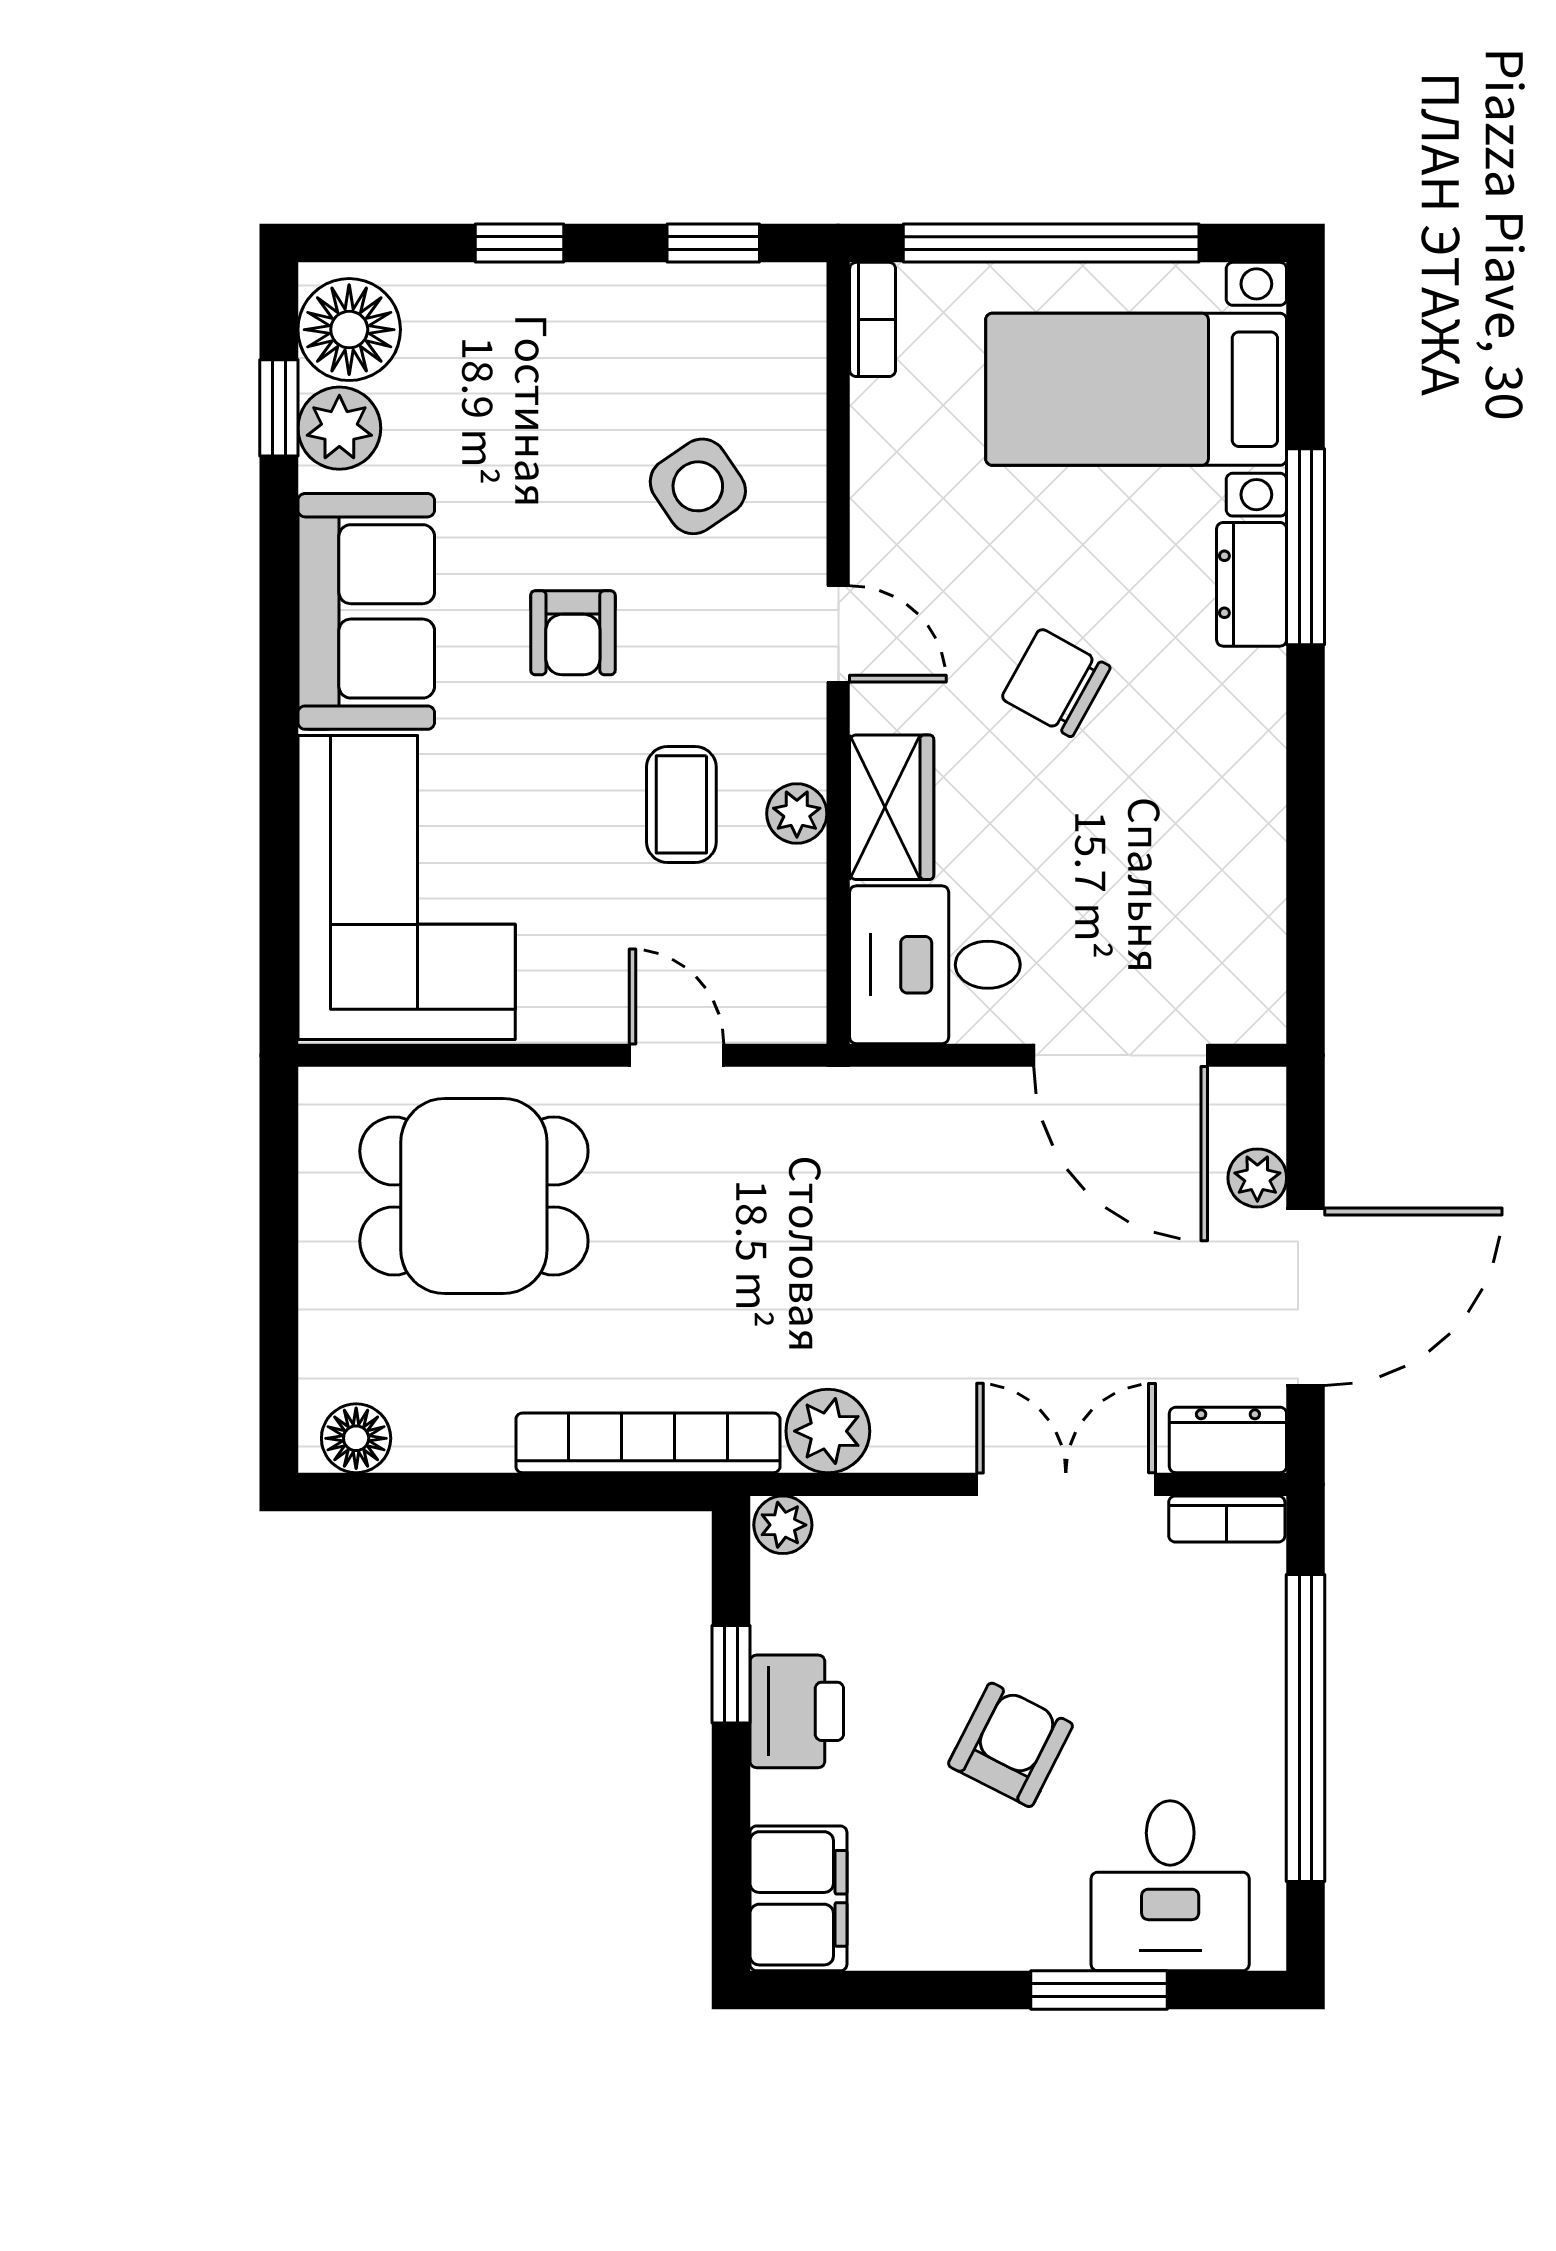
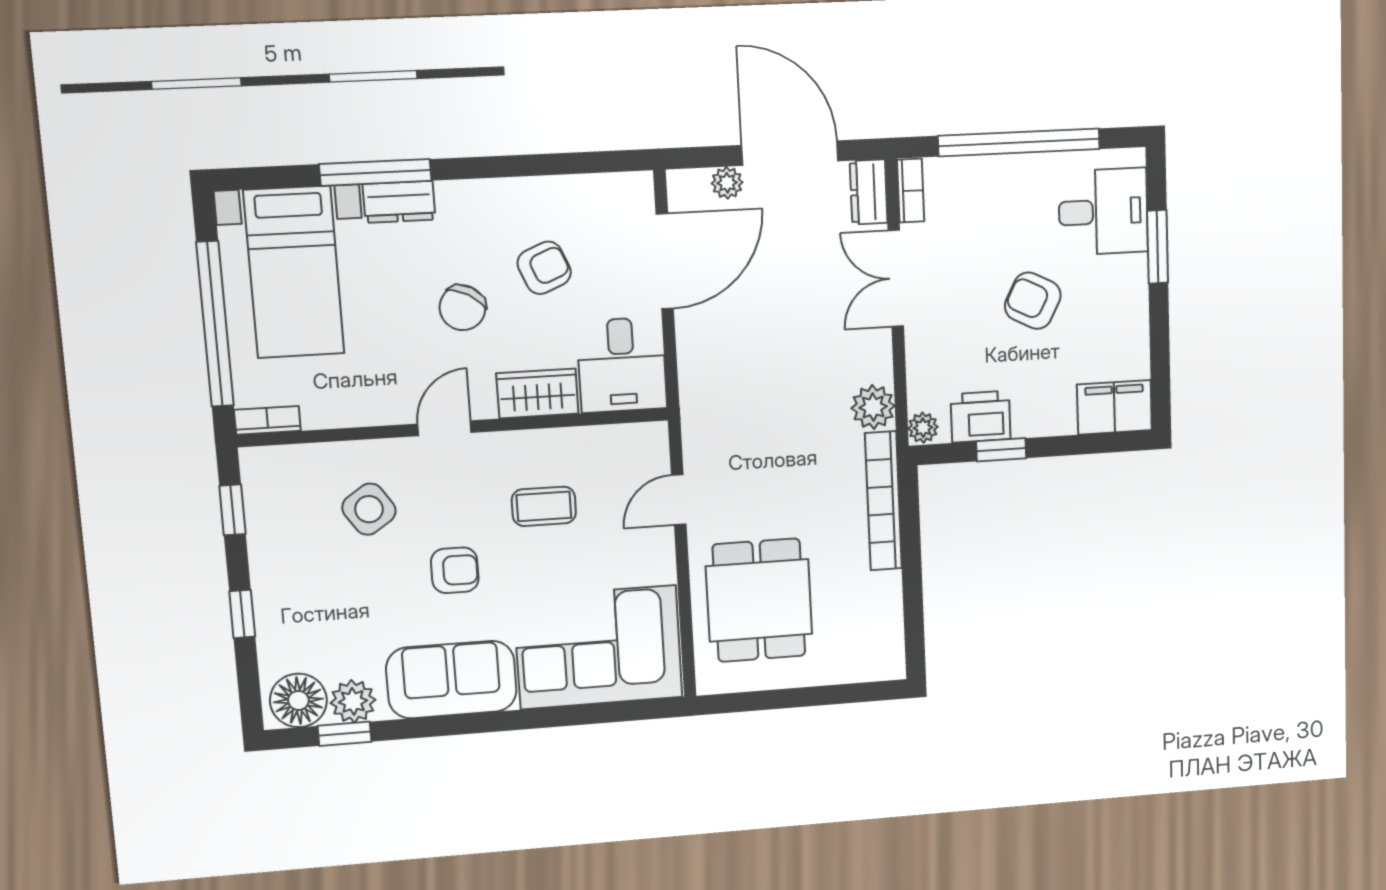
plant: (797, 814) -> (545, 444), removed
armchair: (1120, 835) -> (544, 268), added
floor lamp: (356, 1438) -> (887, 651), removed
printer: (797, 1711) -> (981, 417), moved

